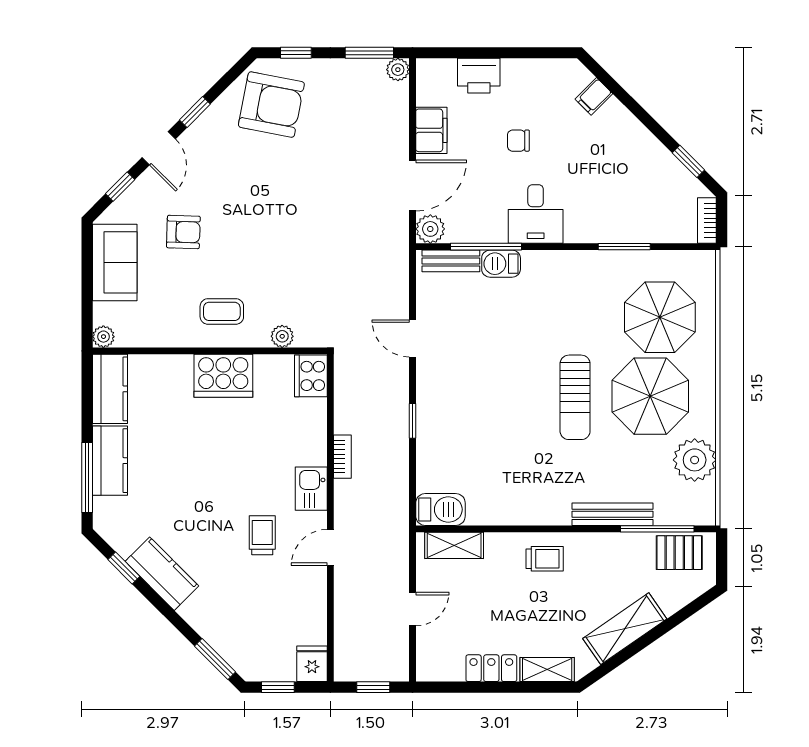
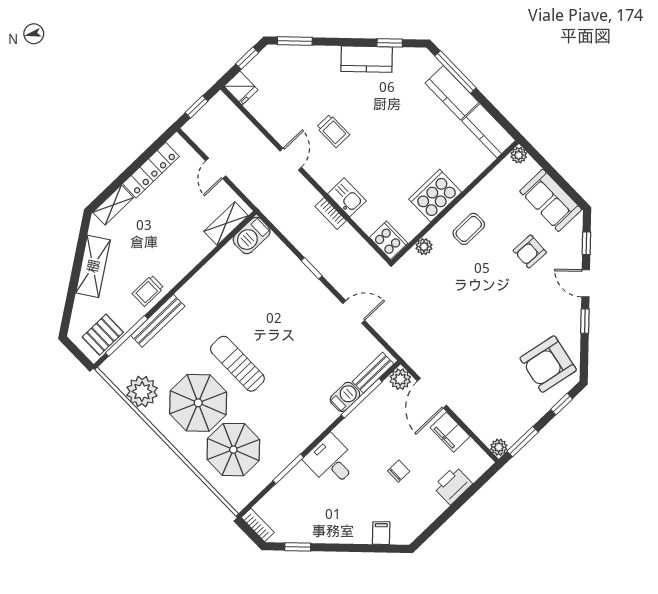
desk: (536, 214) -> (331, 461), moved
kitchen sink: (311, 489) -> (347, 197), moved
trolley: (545, 559) -> (148, 291), moved
locker: (491, 668) -> (151, 170), width x1.53

